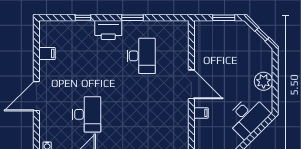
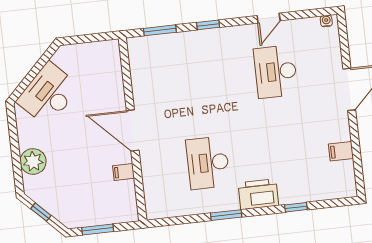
plant: (264, 81) -> (33, 161), moved
filing cabinet: (201, 113) -> (124, 172), moved

